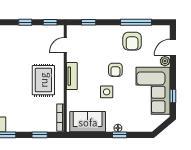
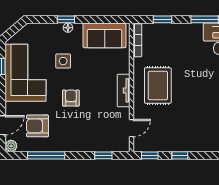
armchair: (132, 41) -> (37, 126), moved, turned -90
plant: (165, 61) -> (11, 146), moved
side table: (107, 92) -> (63, 61), moved

